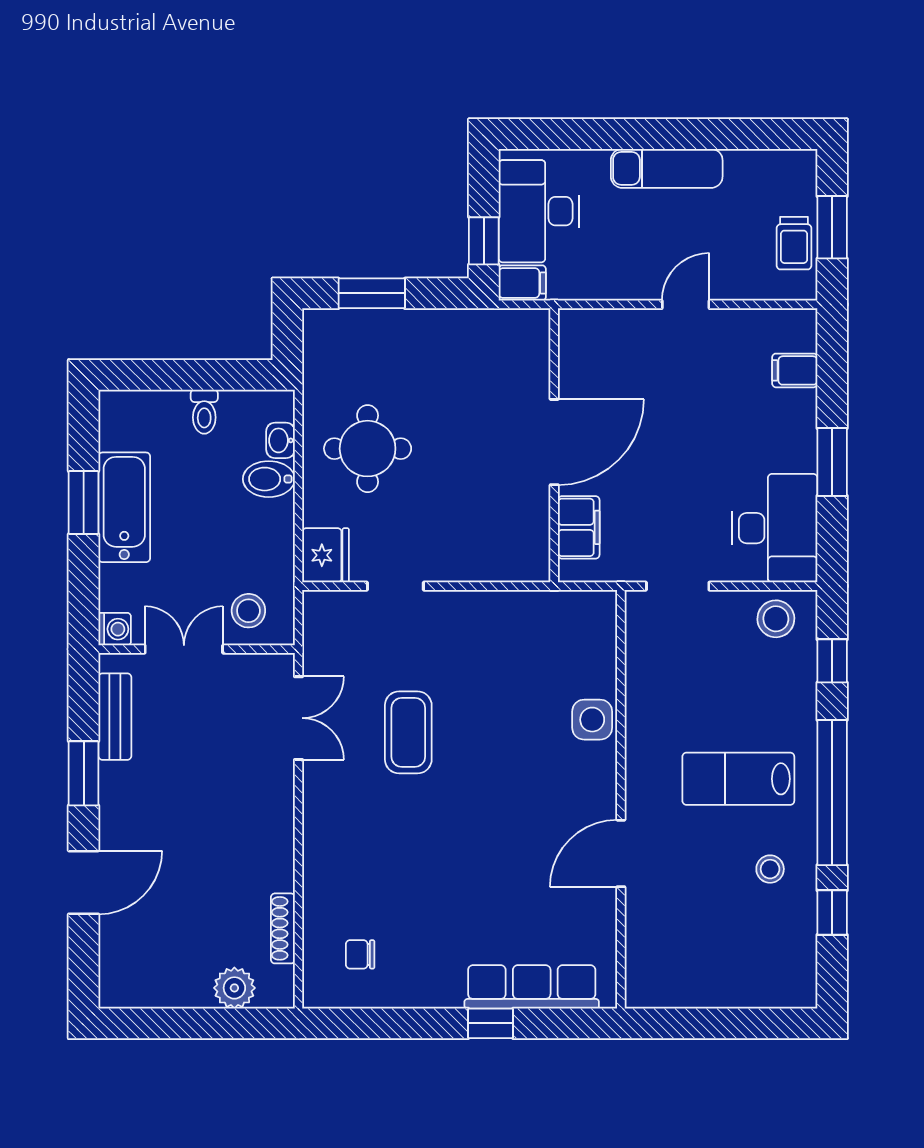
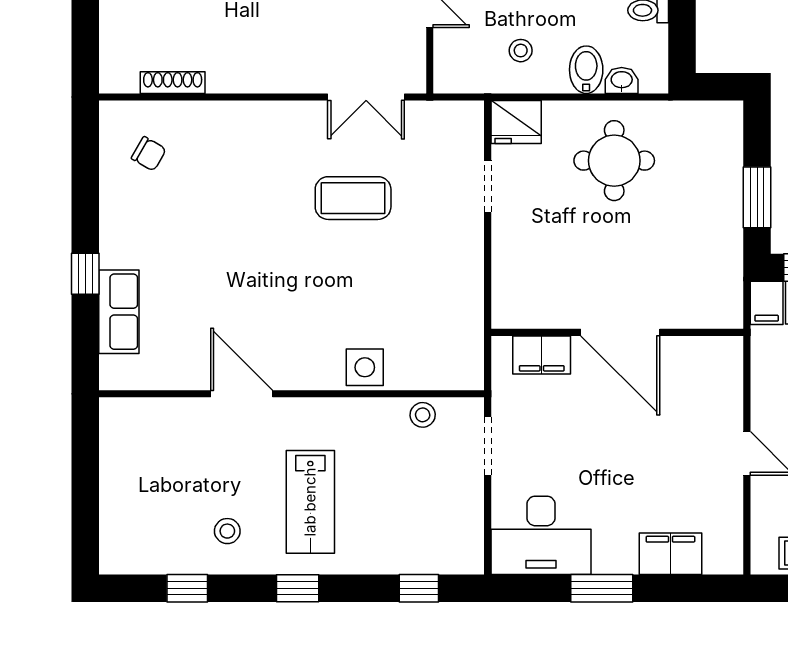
window: (372, 293) -> (757, 197), moved
filing cabinet: (795, 370) -> (670, 554), width x2.00
stool: (248, 611) -> (521, 51), moved, width x0.73, depth x0.73
stool: (776, 619) -> (423, 415), moved, width x0.73, depth x0.73
lab bench: (738, 779) -> (310, 502), turned 180
window: (832, 793) -> (298, 588), width x0.32
chair: (360, 954) -> (149, 154), turned 120
row of seats: (532, 987) -> (119, 312), width x0.68
plant: (234, 988) -> (118, 38), removed

